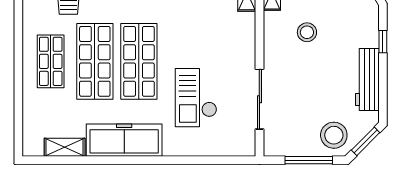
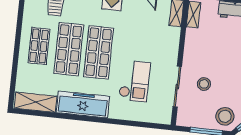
stool: (307, 32) -> (204, 84), moved
checkout: (196, 98) -> (135, 81), turned 180
shelving: (65, 147) -> (36, 102), width x1.50, depth x1.33

